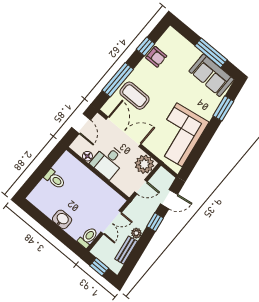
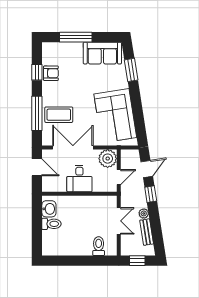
window: (211, 53) -> (76, 37), moved
floor lamp: (87, 156) -> (61, 187), removed
washbasin: (62, 219) -> (49, 209), moved, turned 90
toilet: (88, 237) -> (99, 246), moved

